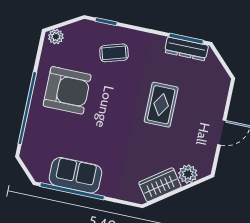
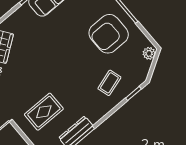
rug: (161, 105) -> (44, 112), moved, turned 90

